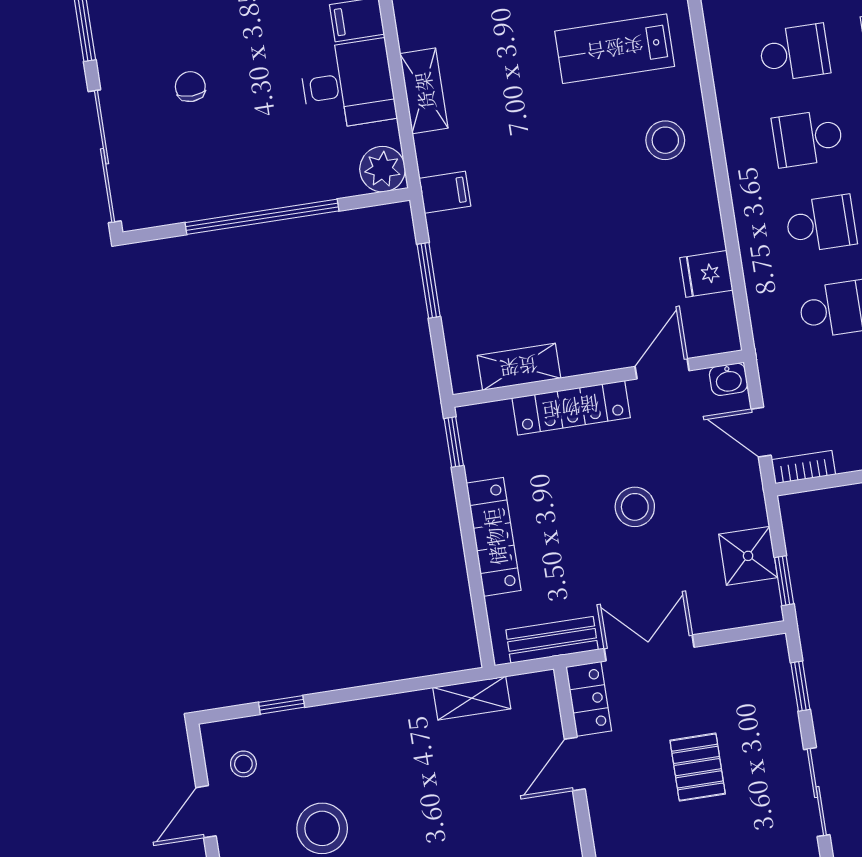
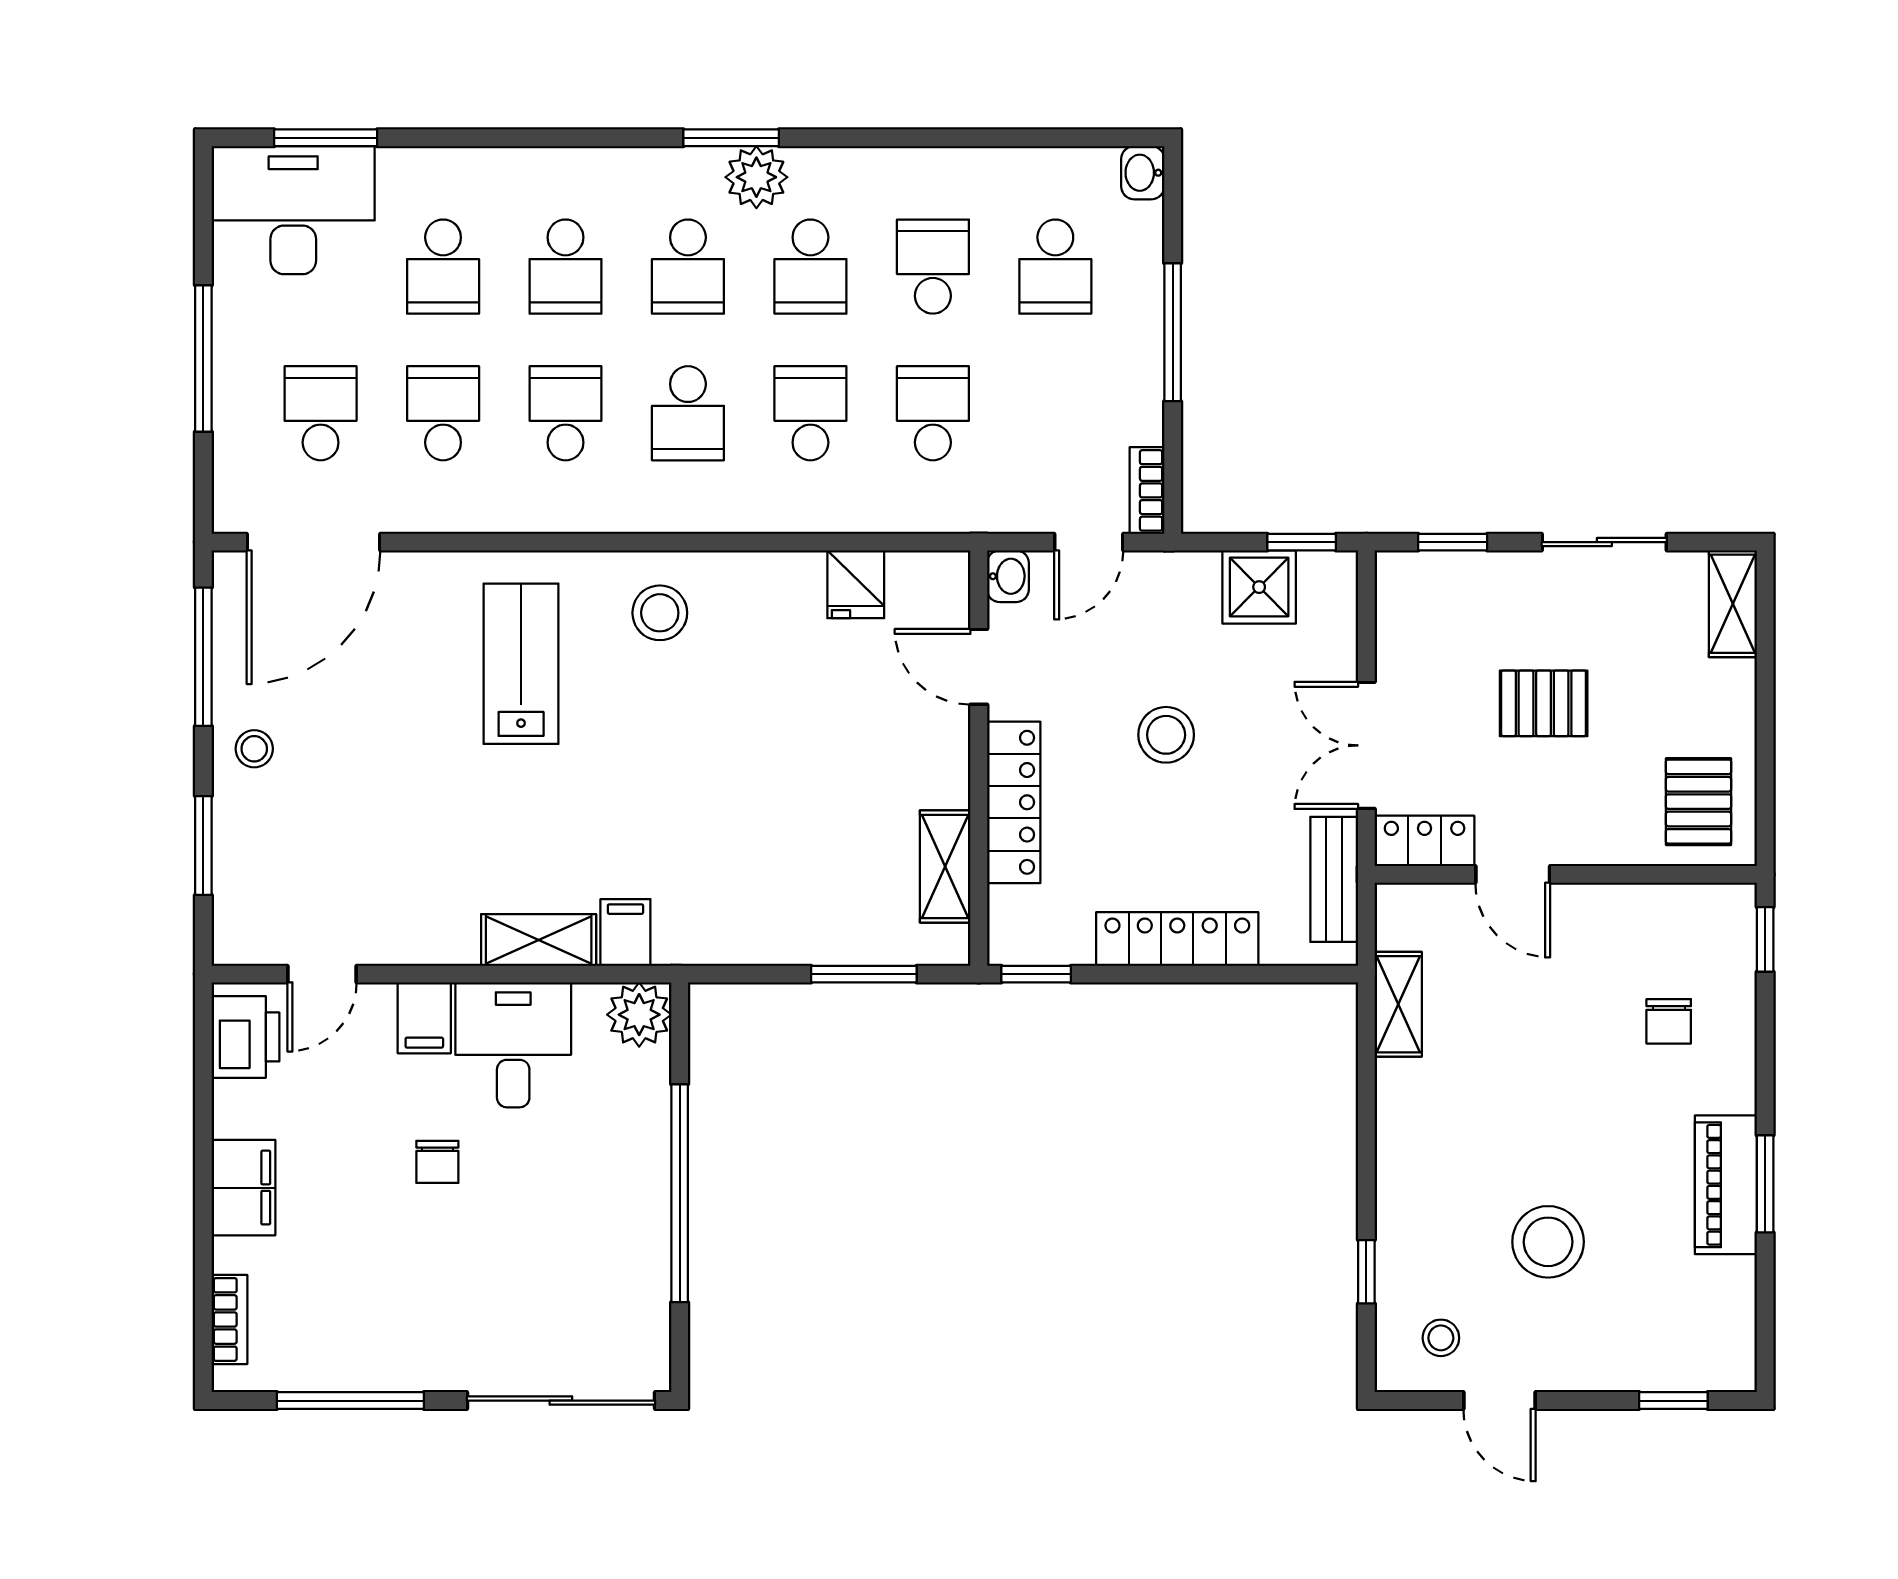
lab bench: (615, 49) -> (521, 664), turned 180
chair: (190, 87) -> (437, 1162), moved, turned -90
filing cabinet: (445, 192) -> (625, 932), moved
window: (429, 280) -> (864, 974), moved

